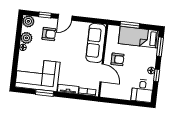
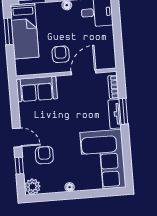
window: (130, 25) -> (9, 31), moved
plant: (26, 38) -> (56, 185), removed
sofa: (96, 43) -> (37, 89), width x0.73
window: (45, 93) -> (123, 111), moved

